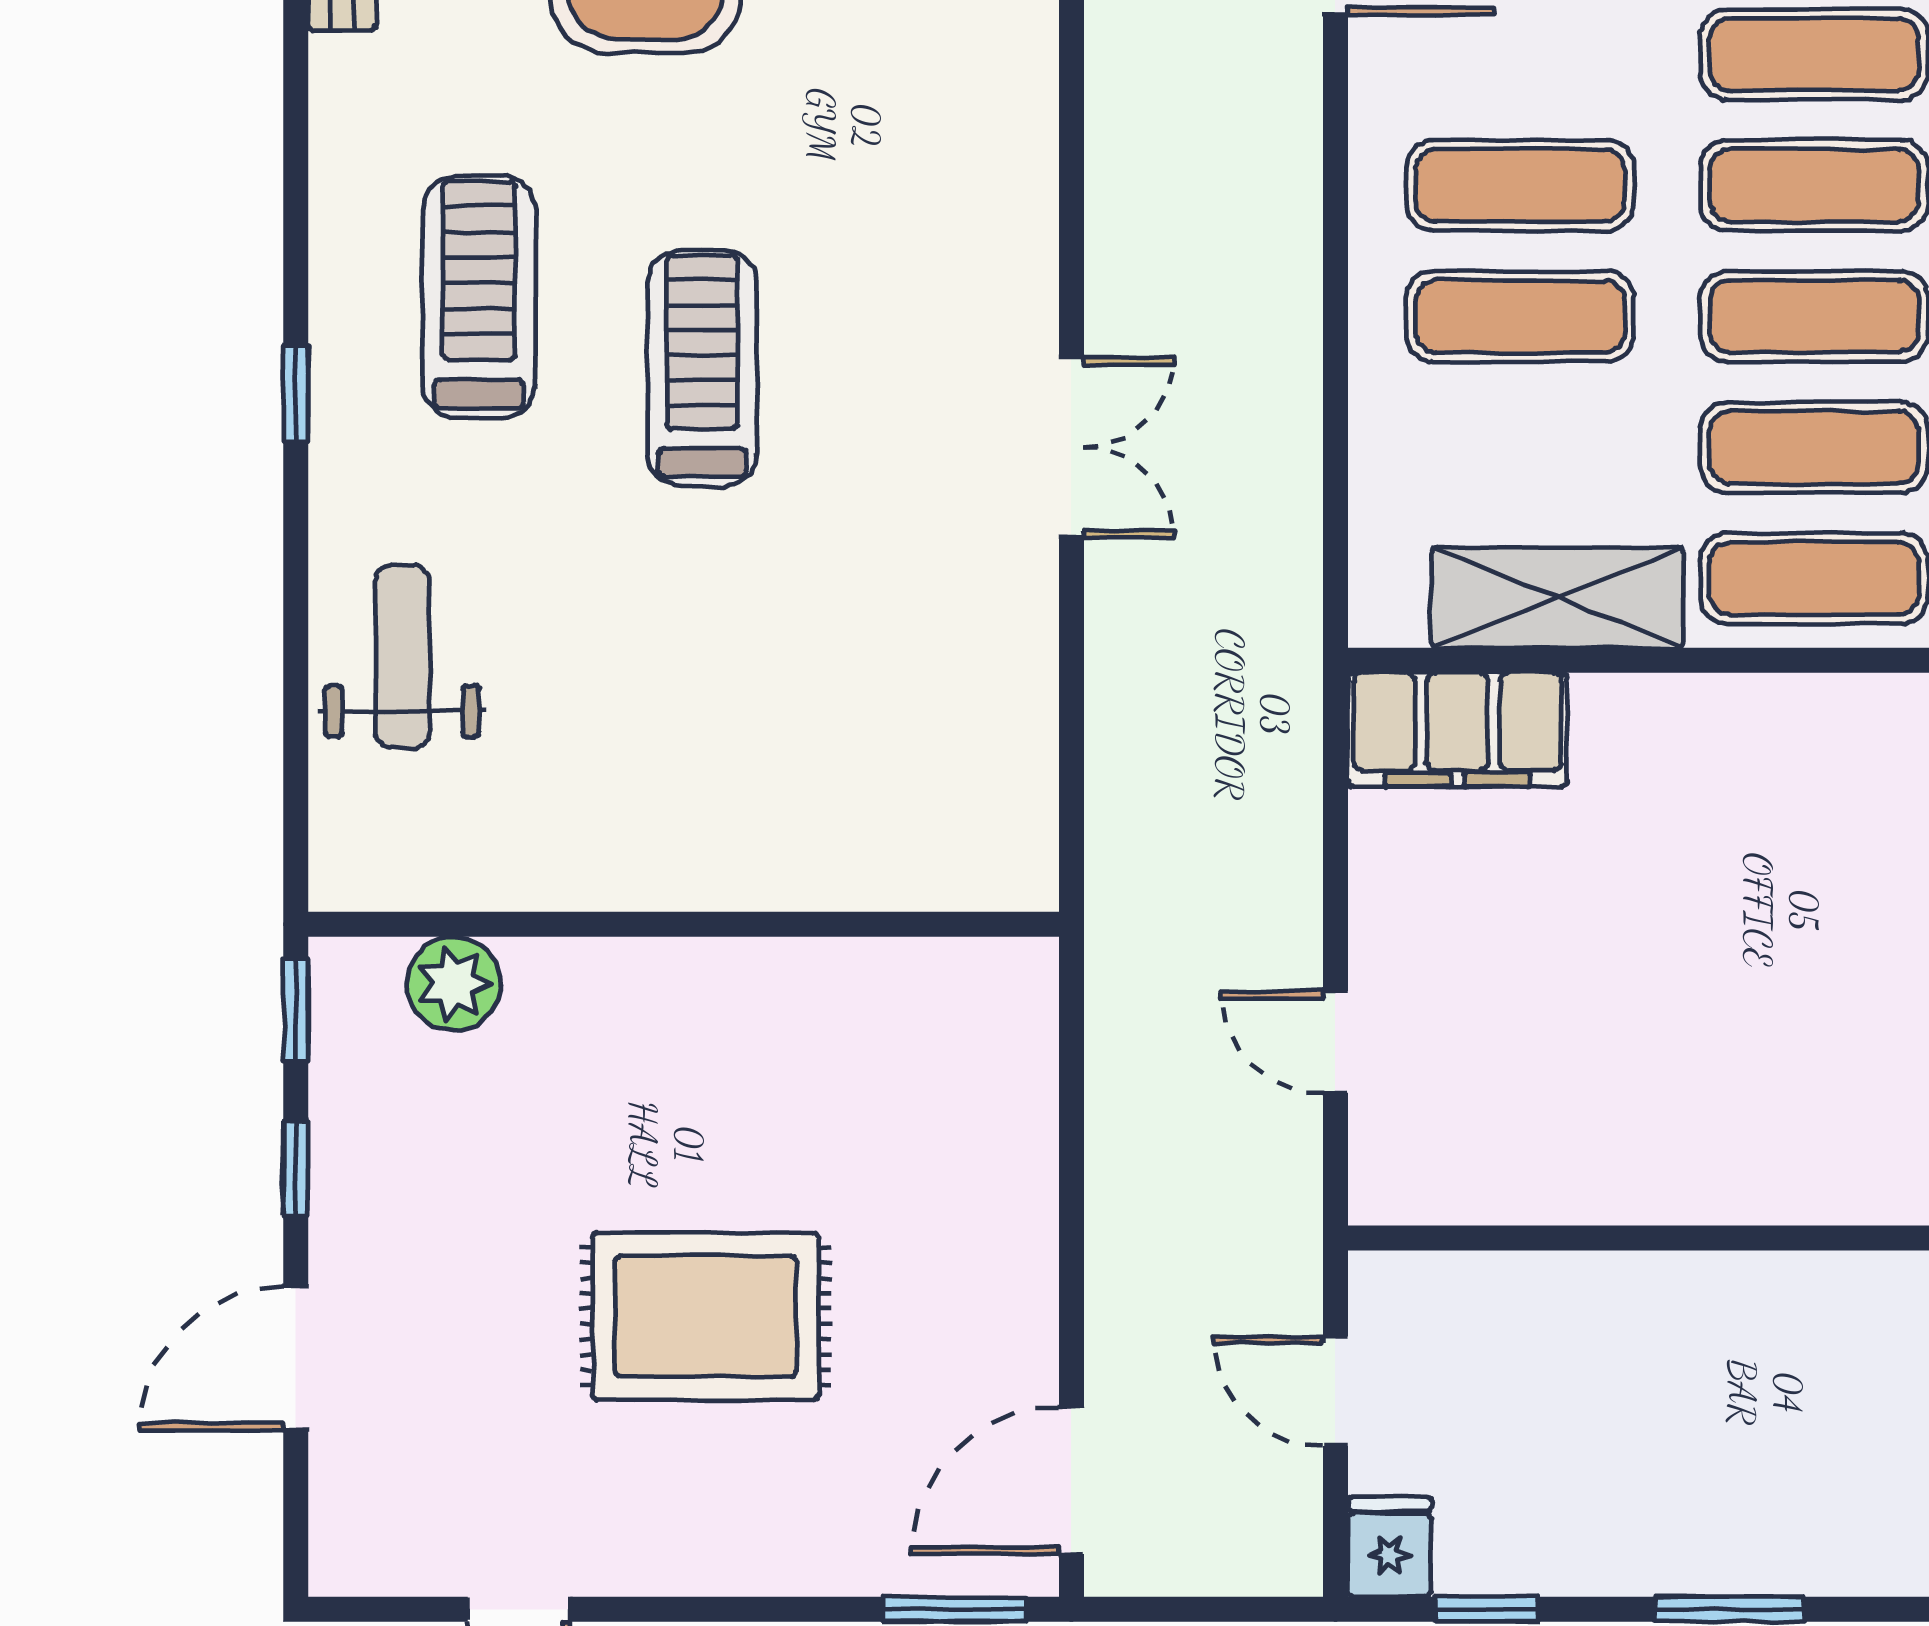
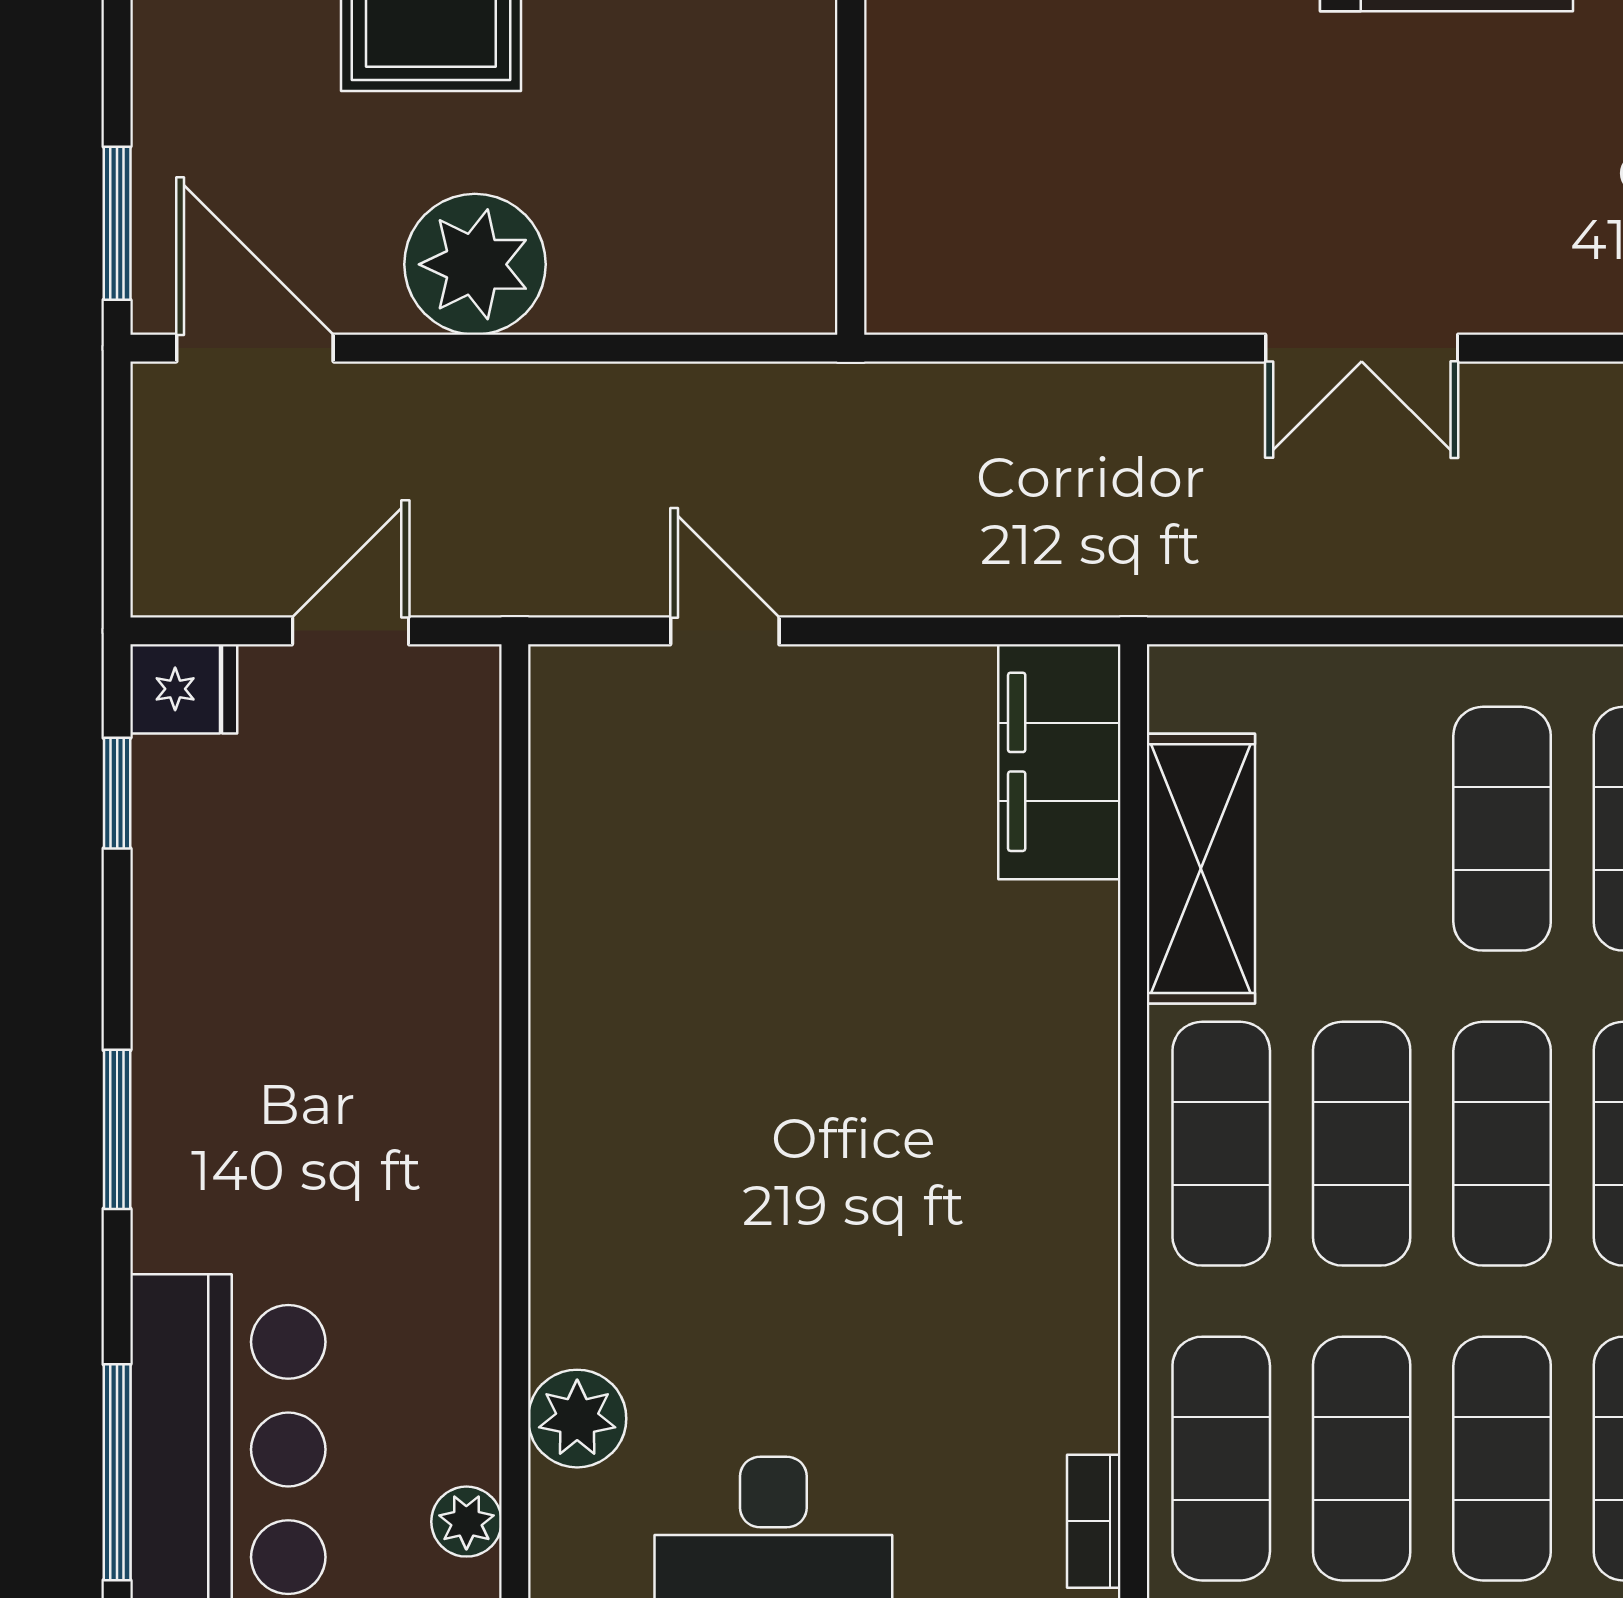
door: (1335, 1042) -> (725, 631), hinge flipped
plant: (993, 1275) -> (475, 264), added
window: (1729, 1609) -> (117, 1129), moved

